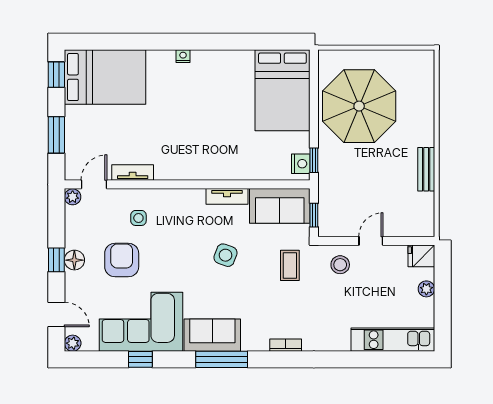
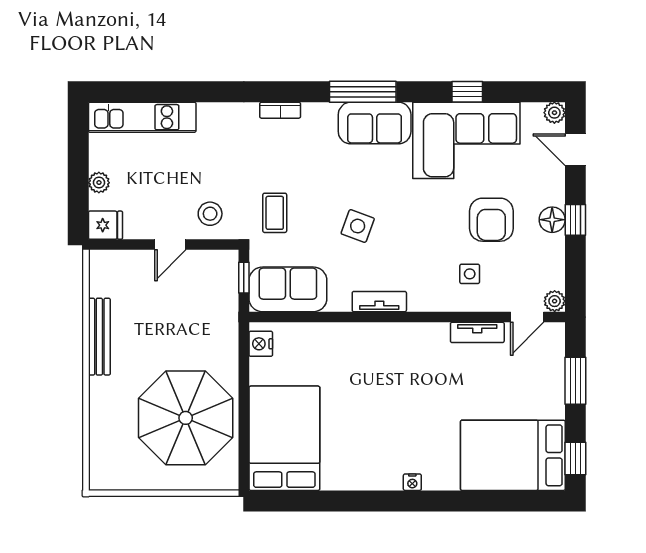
window: (314, 160) -> (244, 348), removed
bench: (426, 169) -> (99, 337), width x1.36
tv unit: (227, 196) -> (379, 302), moved

